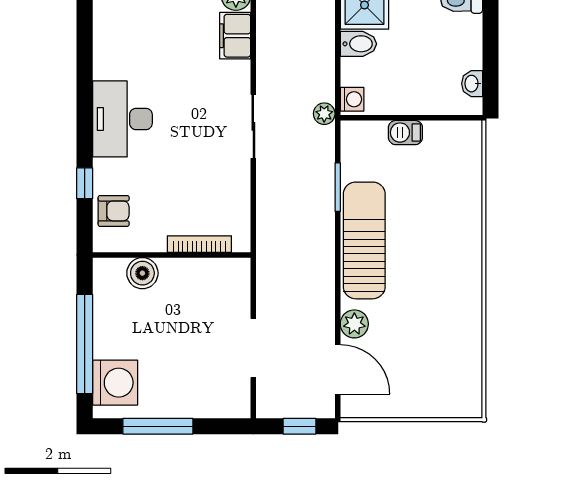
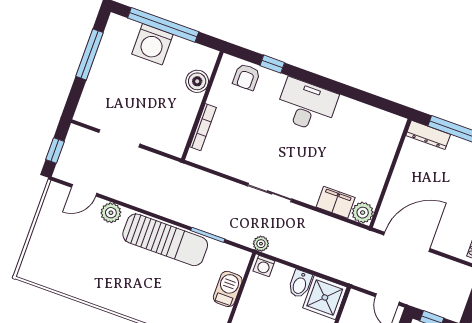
barbecue: (405, 133) -> (228, 289), width x1.38, depth x1.27
door: (338, 369) -> (84, 190), width x0.73
washing machine: (115, 383) -> (152, 44), moved

